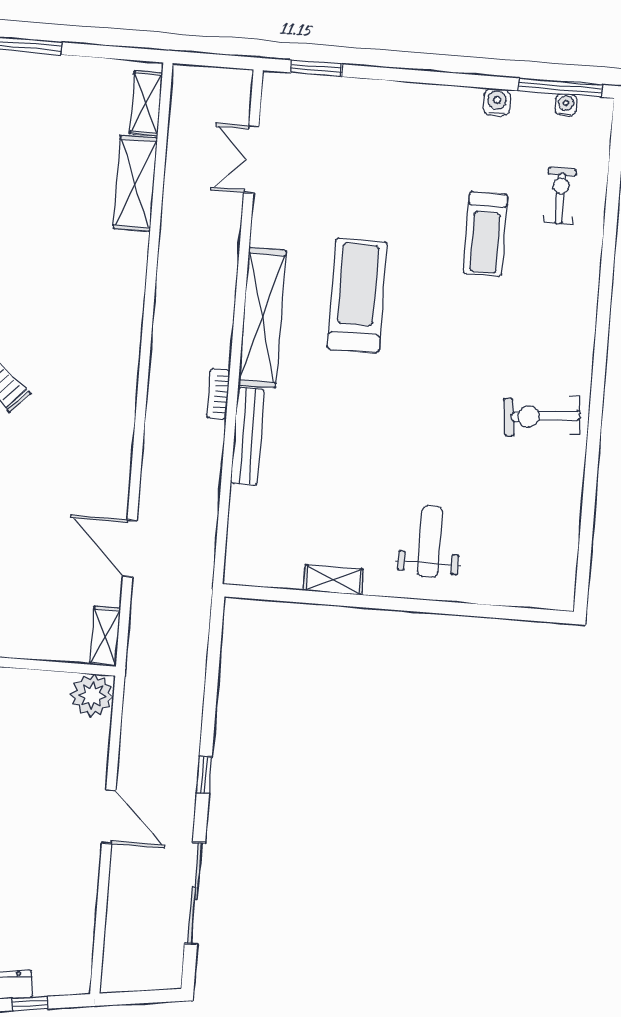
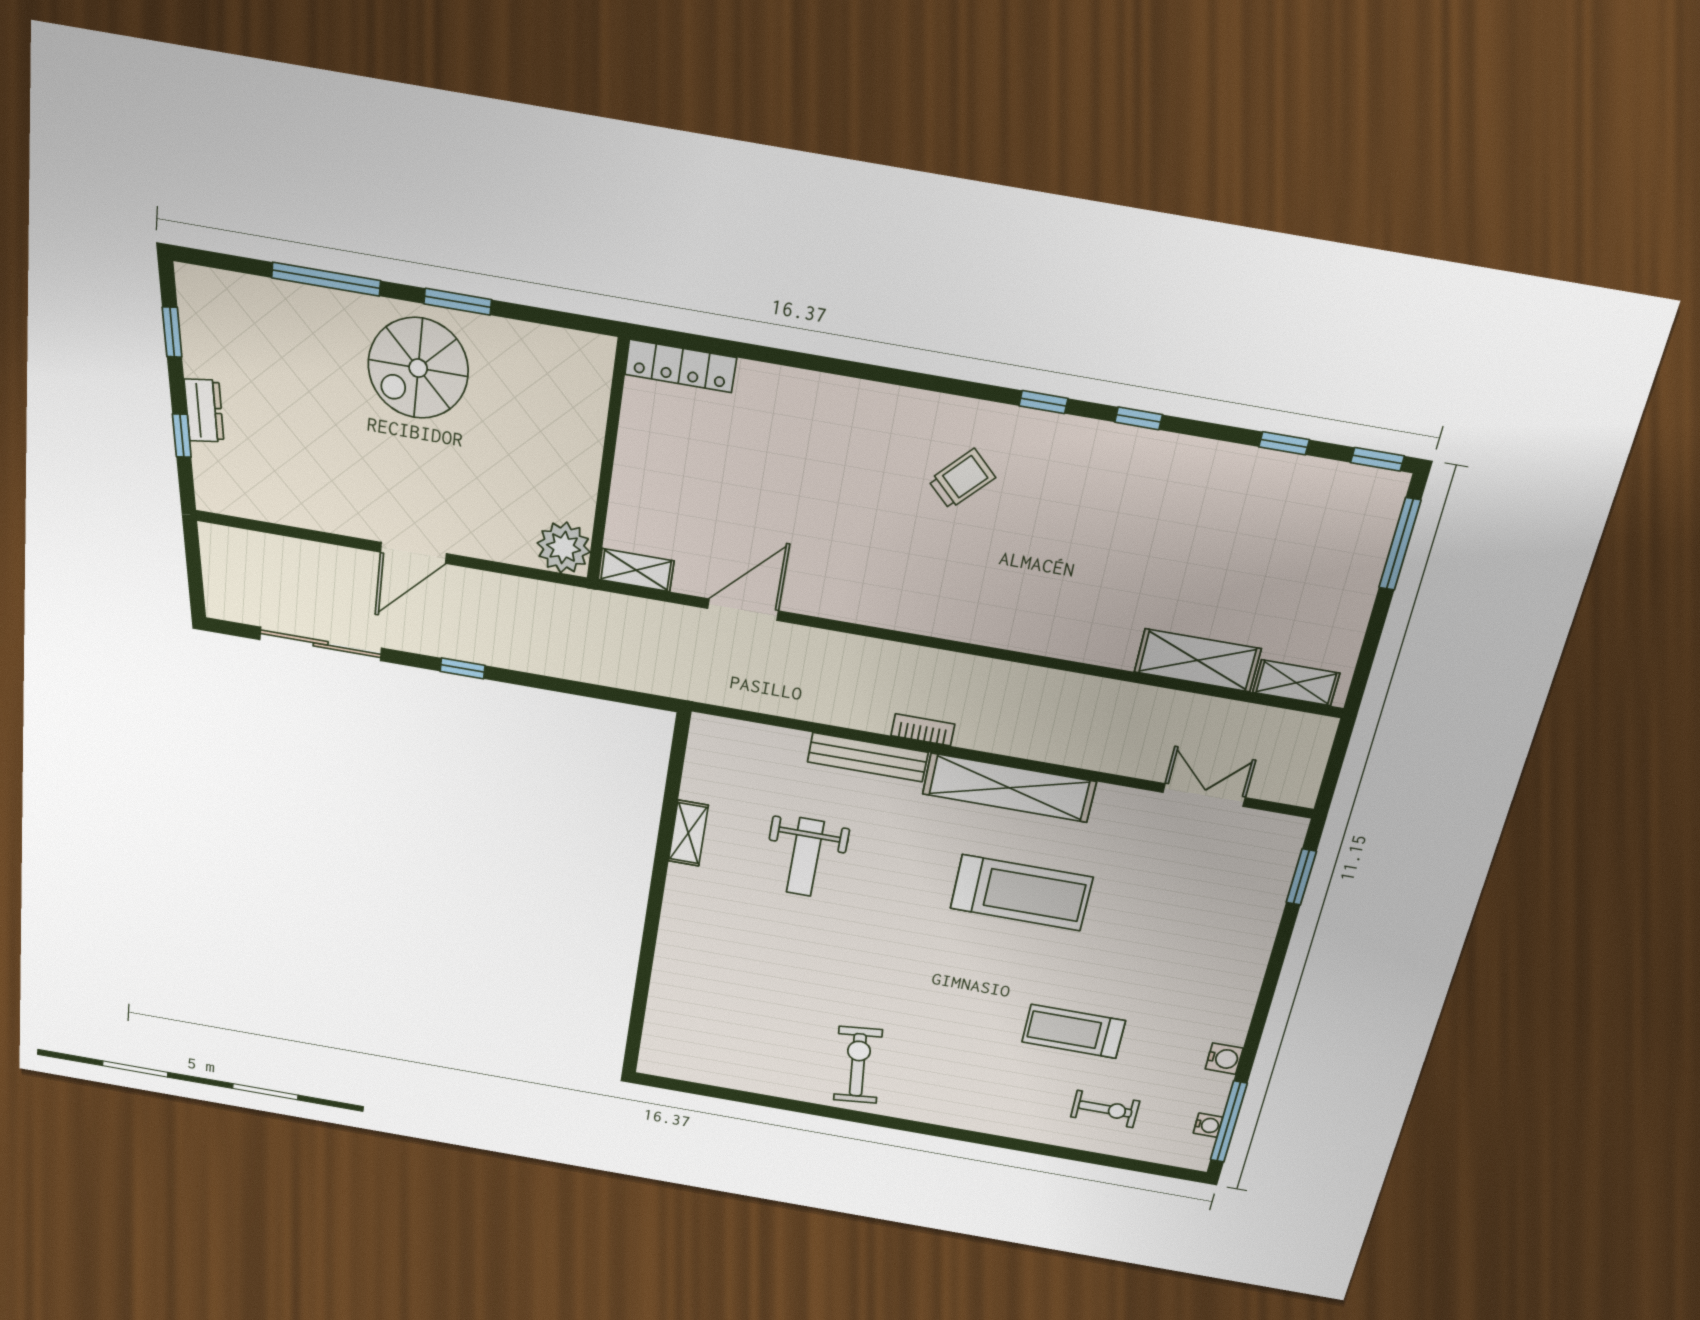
weight bench: (430, 541) -> (805, 857), moved, turned 90

